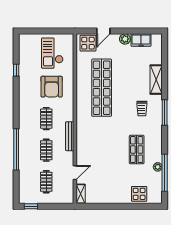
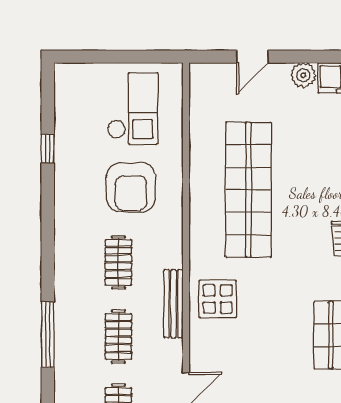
display table: (88, 43) -> (218, 299), moved
checkout: (52, 53) -> (133, 108), turned 180
window: (16, 149) -> (48, 335), width x0.68

